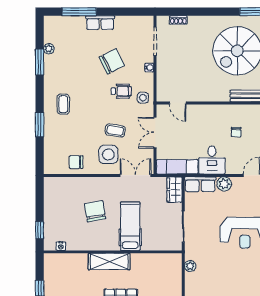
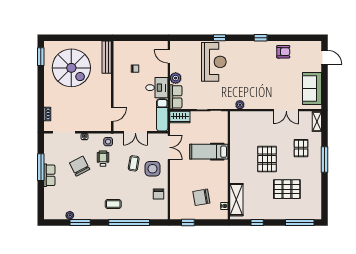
window: (79, 12) -> (41, 167), moved
window: (40, 125) -> (129, 223), width x2.11
double door: (136, 175) -> (169, 147), swing flipped
chair: (95, 211) -> (201, 197), moved
window: (40, 230) -> (188, 223), moved
shelving: (109, 262) -> (236, 200), moved

